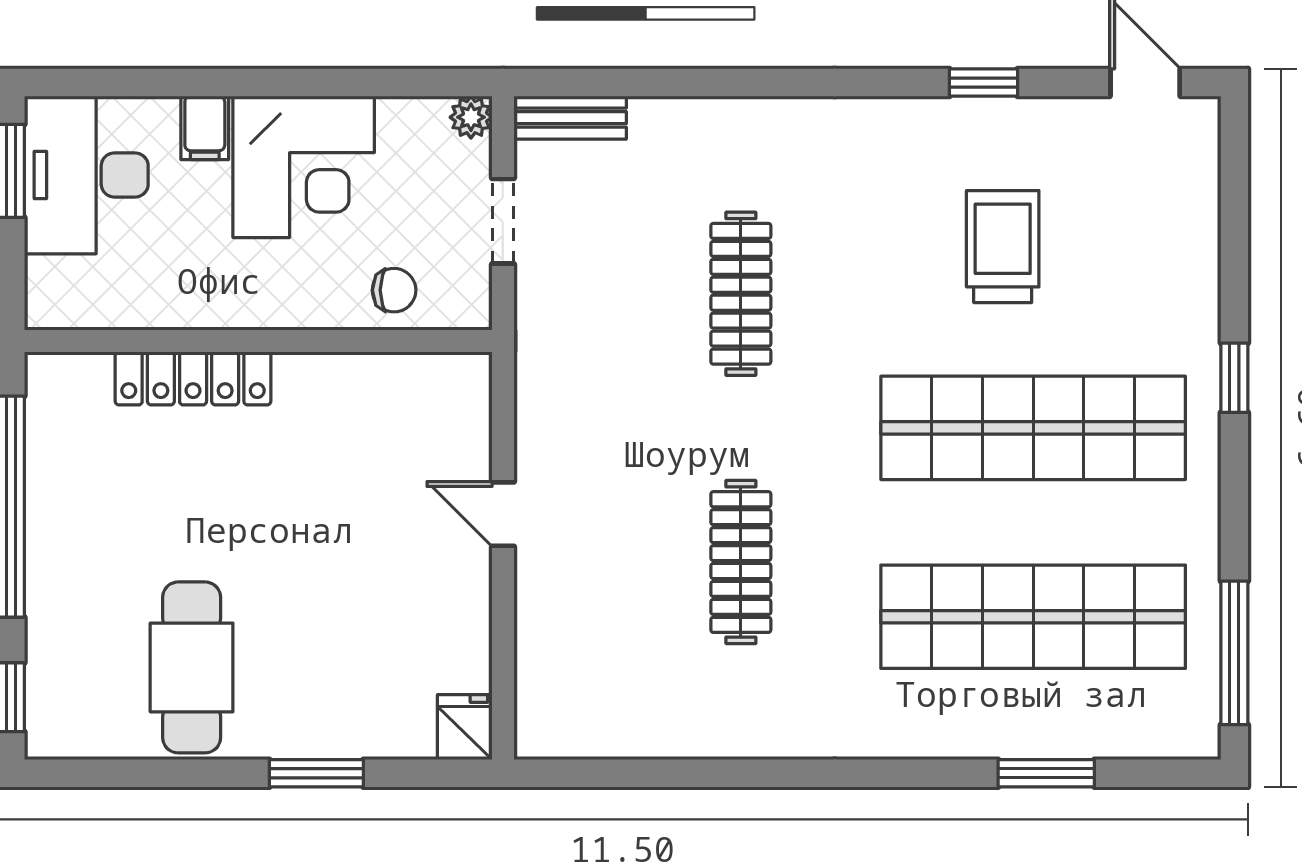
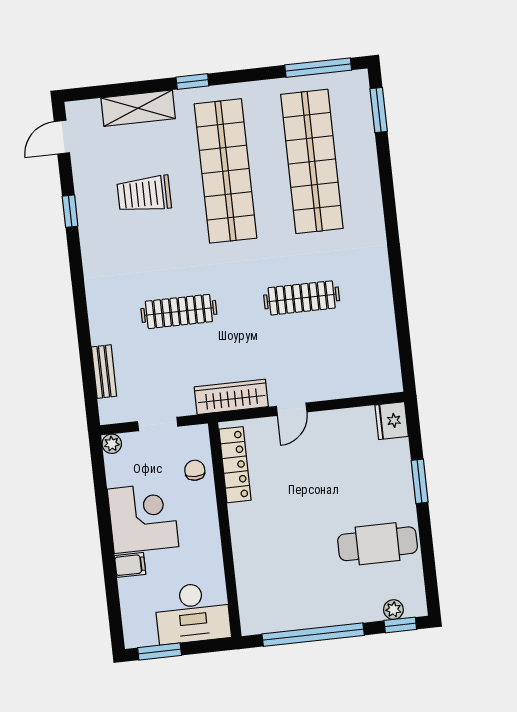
bench: (570, 118) -> (104, 372), moved
desk: (86, 175) -> (192, 613), moved
shelving: (1189, 254) -> (138, 108), added
locker: (193, 378) -> (235, 465), moved
wardrobe: (544, 387) -> (231, 397), added
plant: (46, 686) -> (393, 610), added
fridge: (465, 727) -> (392, 421), width x1.38
window: (1046, 773) -> (379, 110), moved

